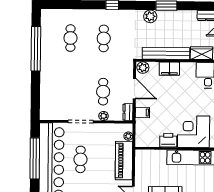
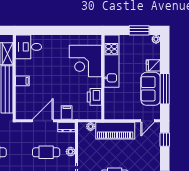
plant: (143, 68) -> (22, 113), removed
filing cabinet: (169, 69) -> (22, 81), width x0.50
printer: (168, 140) -> (94, 97), moved

